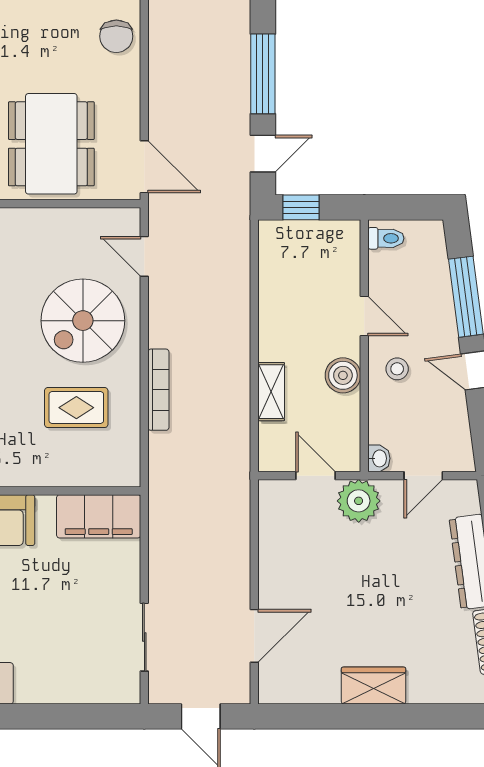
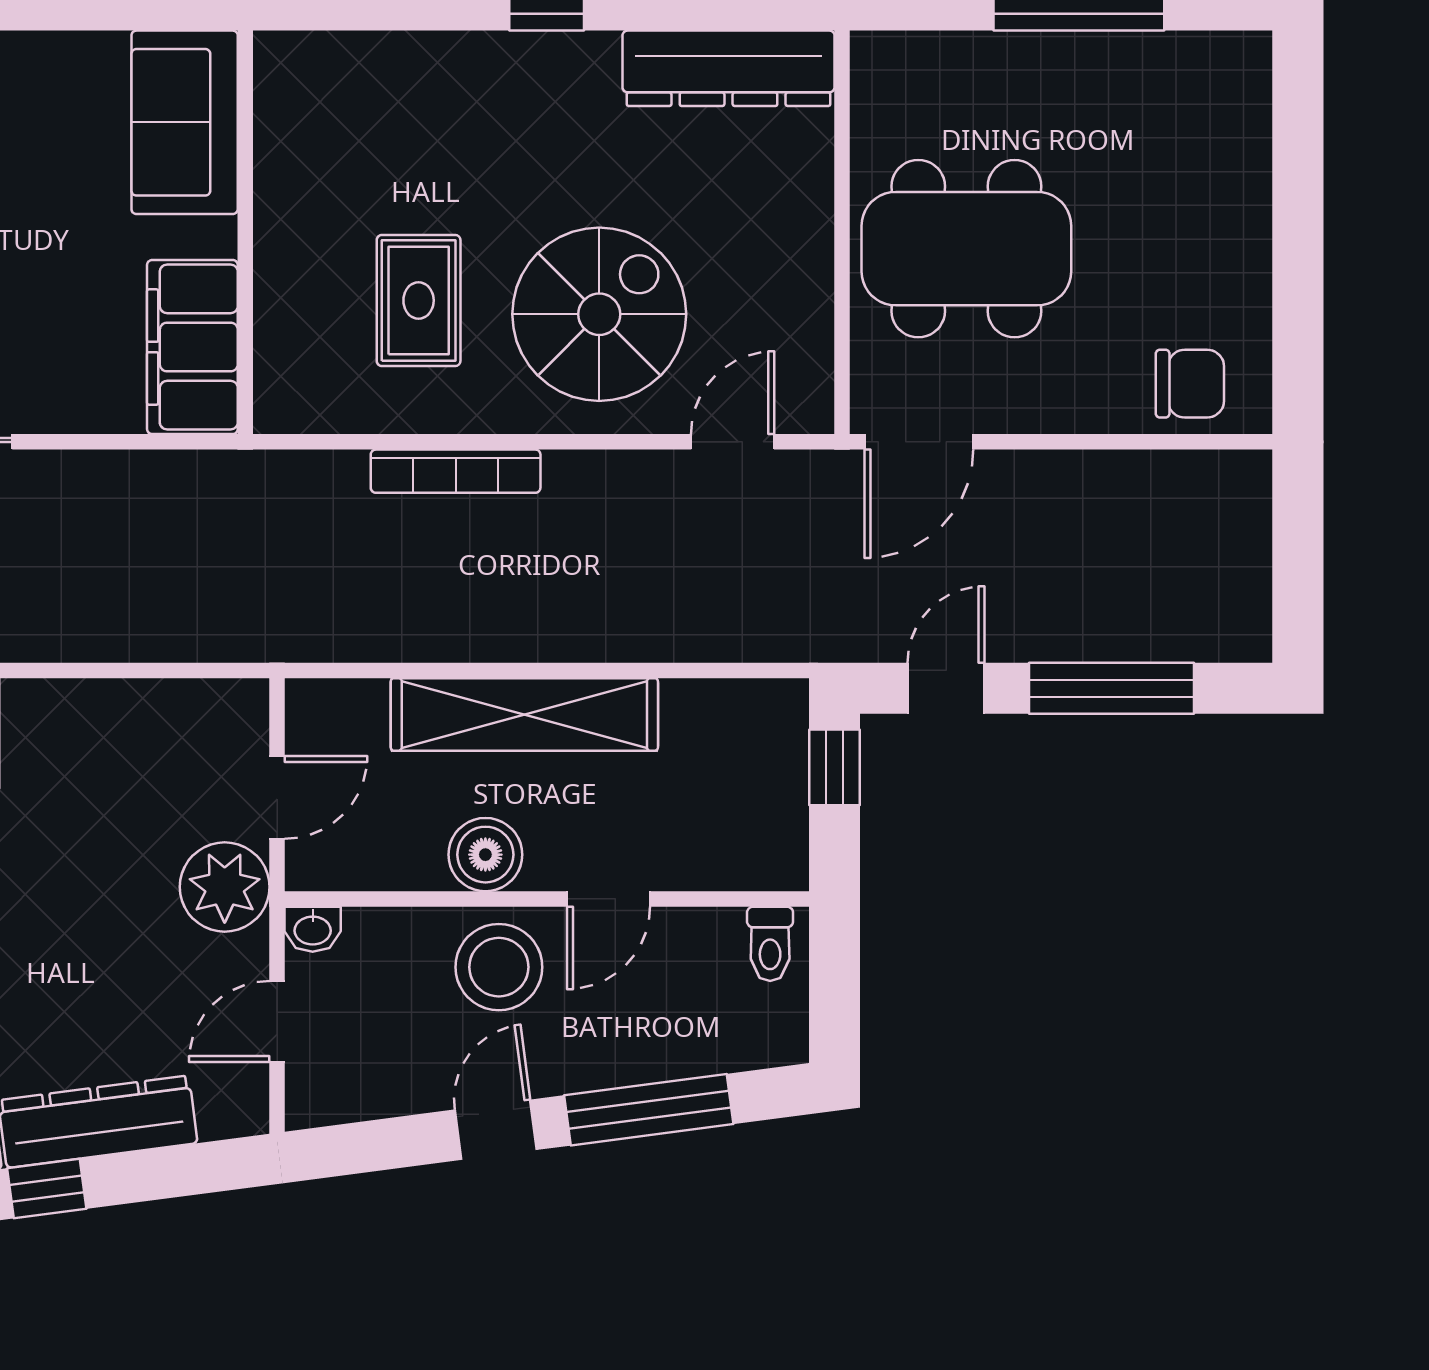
chair: (116, 36) -> (1190, 384), turned 180
door: (263, 154) -> (946, 688), swing flipped
spiral stairs: (83, 321) -> (599, 314), turned 90
stool: (397, 369) -> (499, 967), width x1.89, depth x1.89
shelving: (271, 392) -> (524, 714), width x2.20, depth x1.33
door: (423, 476) -> (277, 1022), hinge flipped

